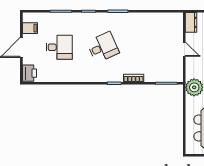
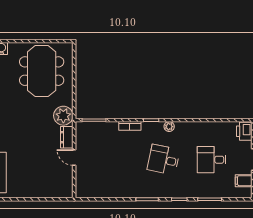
dresser: (191, 22) -> (67, 137), moved
desk: (103, 47) -> (164, 160), turned 36
plant: (98, 77) -> (169, 127), added

